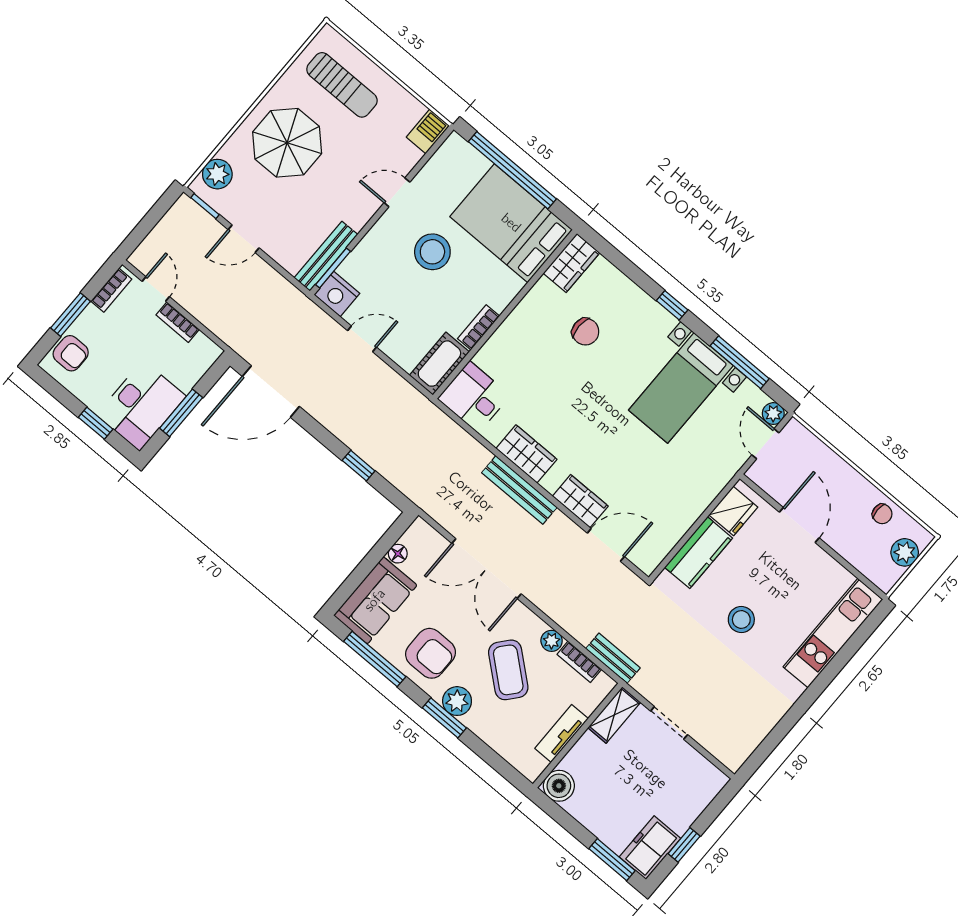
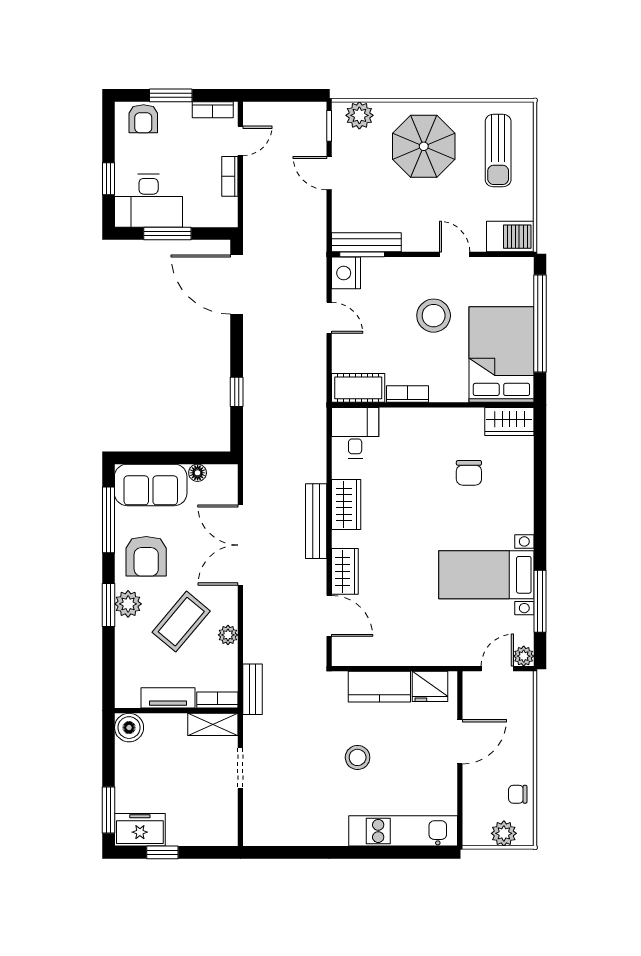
barbecue: (428, 131) -> (510, 237), width x1.38, depth x1.27
window: (672, 305) -> (540, 519), removed
chair: (882, 514) -> (518, 794), turned 90
bookcase: (579, 662) -> (217, 700), moved, turned 90

